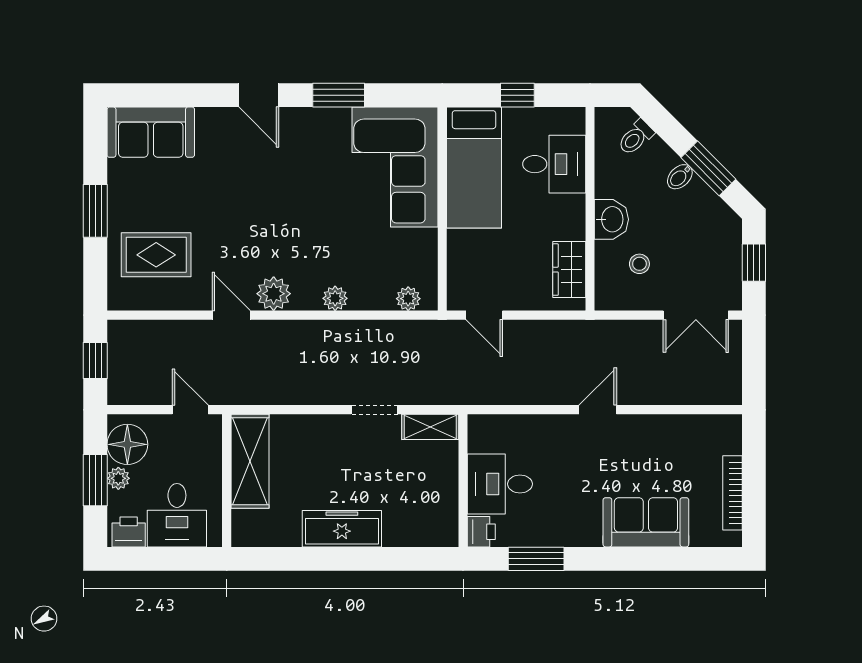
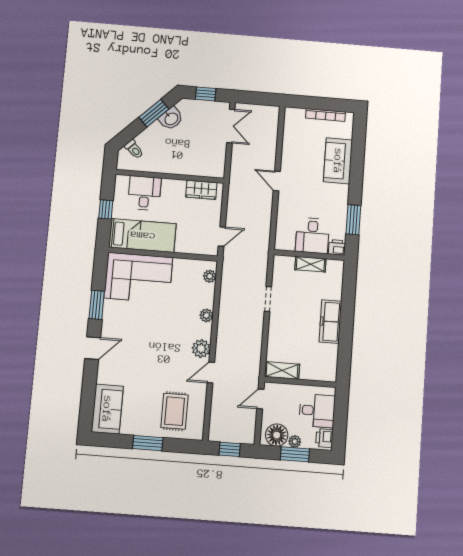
bidet: (680, 177) -> (157, 128), removed
washbasin: (611, 219) -> (171, 119), moved, turned 135
stool: (639, 264) -> (201, 153), removed
shelving: (430, 427) -> (310, 264), moved, turned 90
shelving: (250, 461) -> (282, 370), width x0.67, depth x0.75

